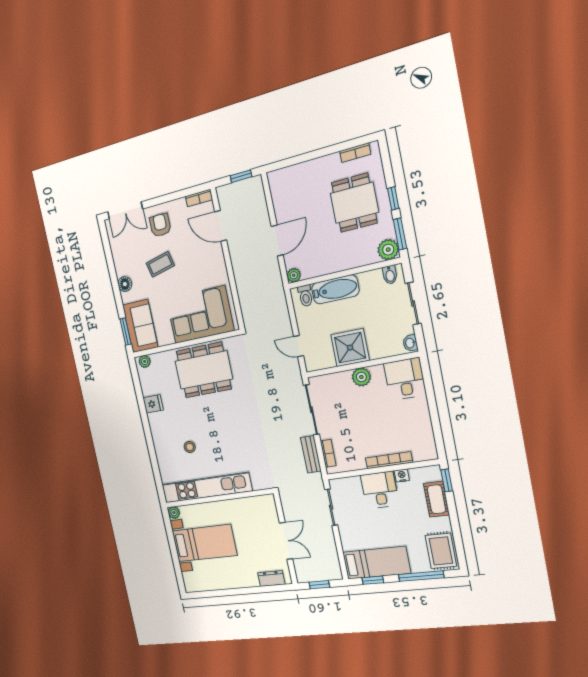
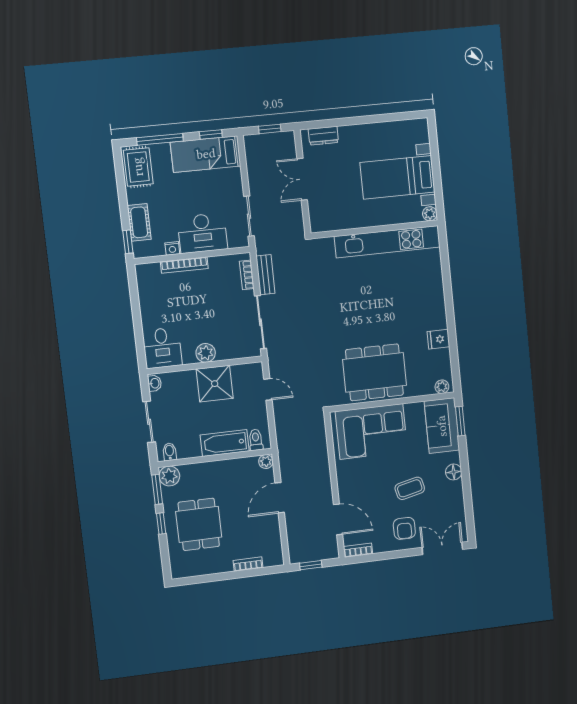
bookcase: (355, 153) -> (248, 564), moved
stool: (190, 447) -> (401, 289), removed
desk: (380, 490) -> (202, 233), width x1.37

